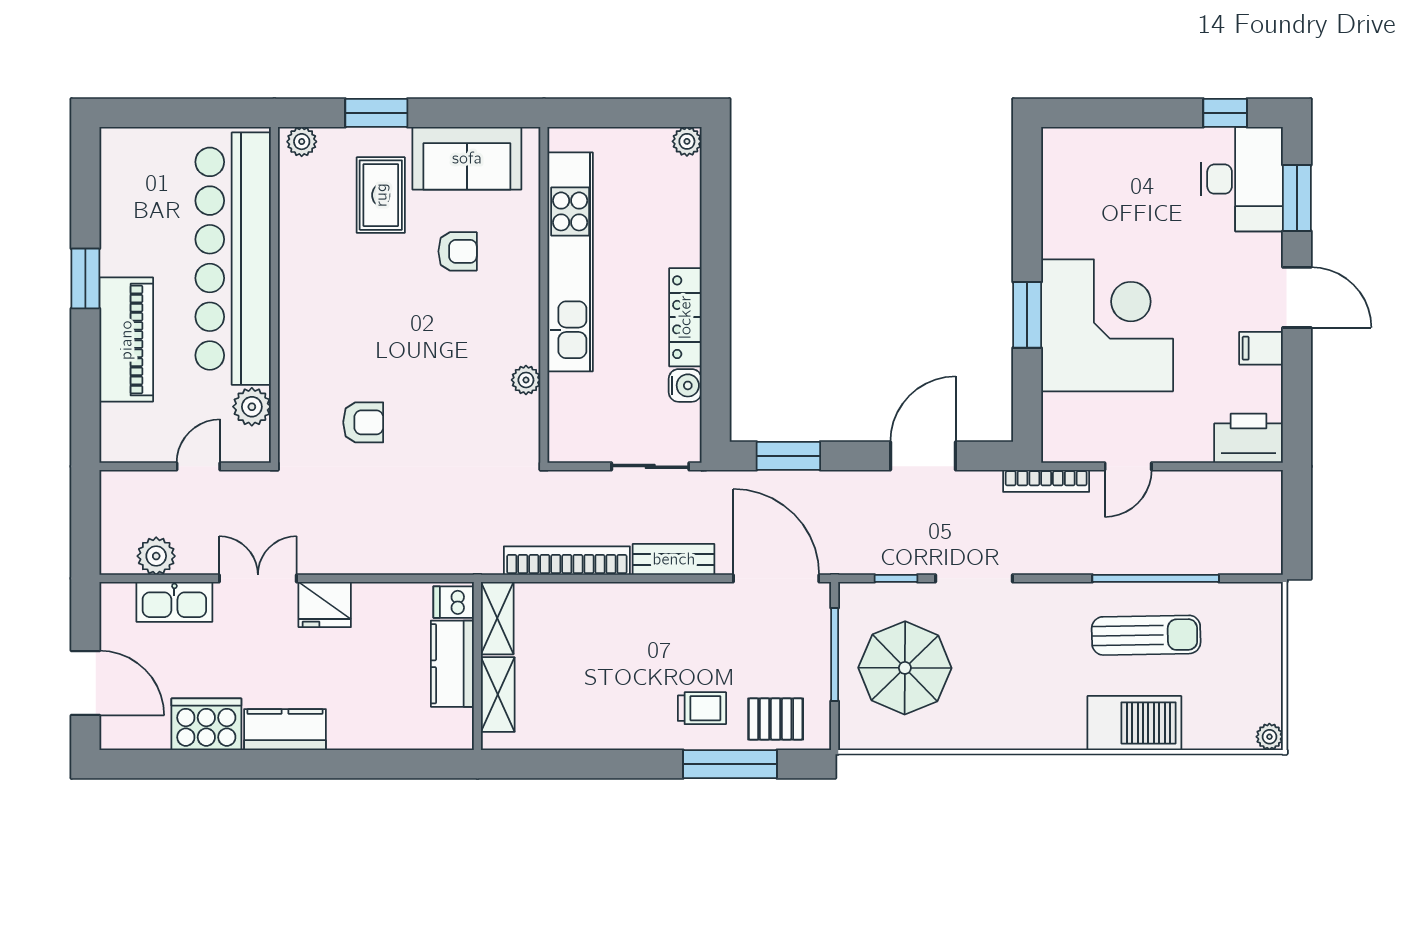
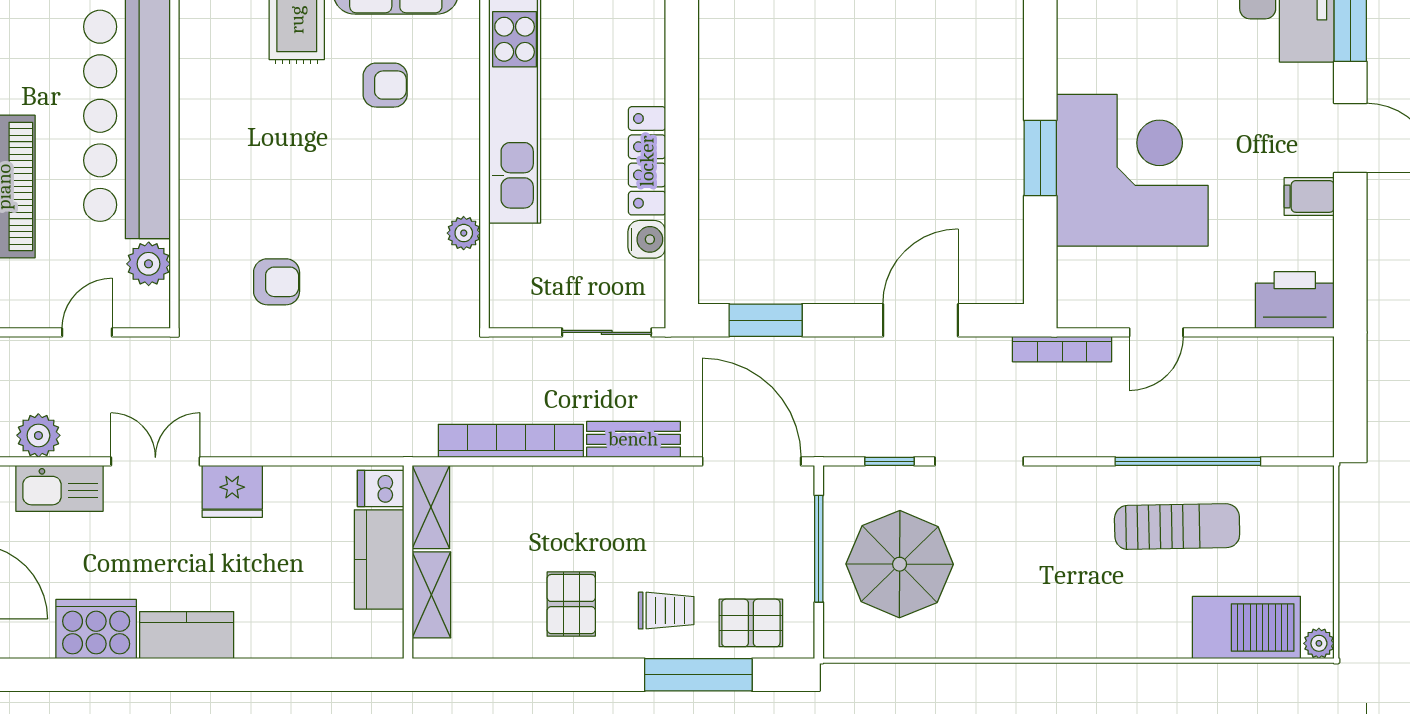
pallet: (619, 703) -> (571, 604), added
barbecue: (1134, 723) -> (1246, 627), moved

